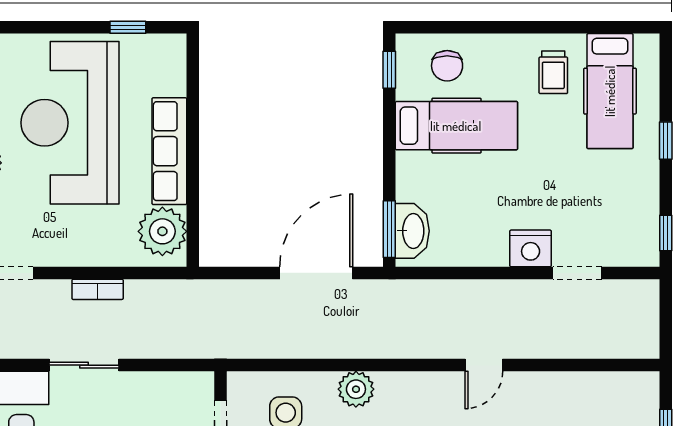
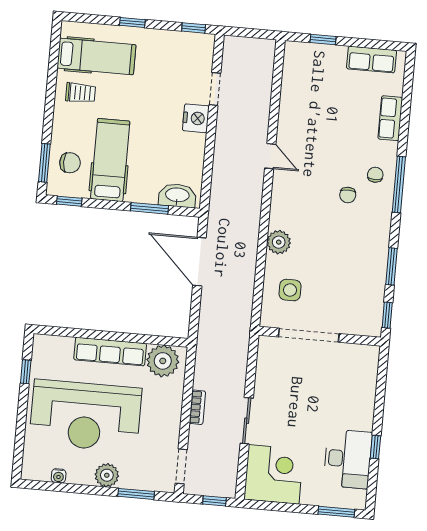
window: (443, 27) -> (44, 163), added
window: (389, 229) -> (149, 208), moved

